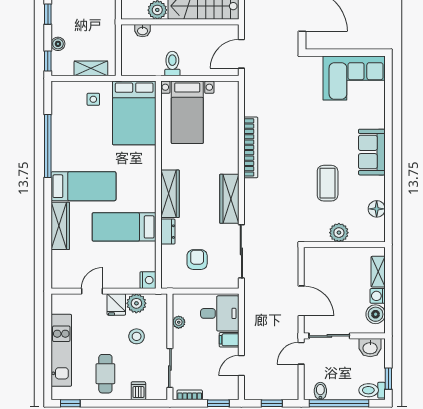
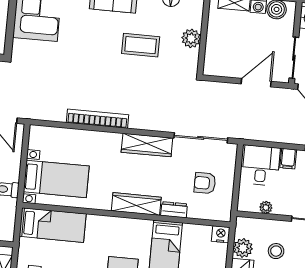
bed: (134, 113) -> (53, 225), width x0.67

